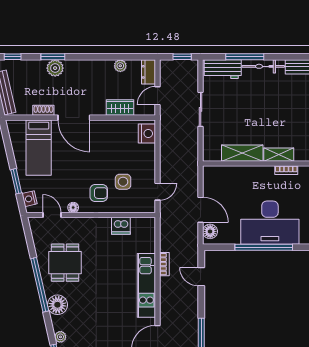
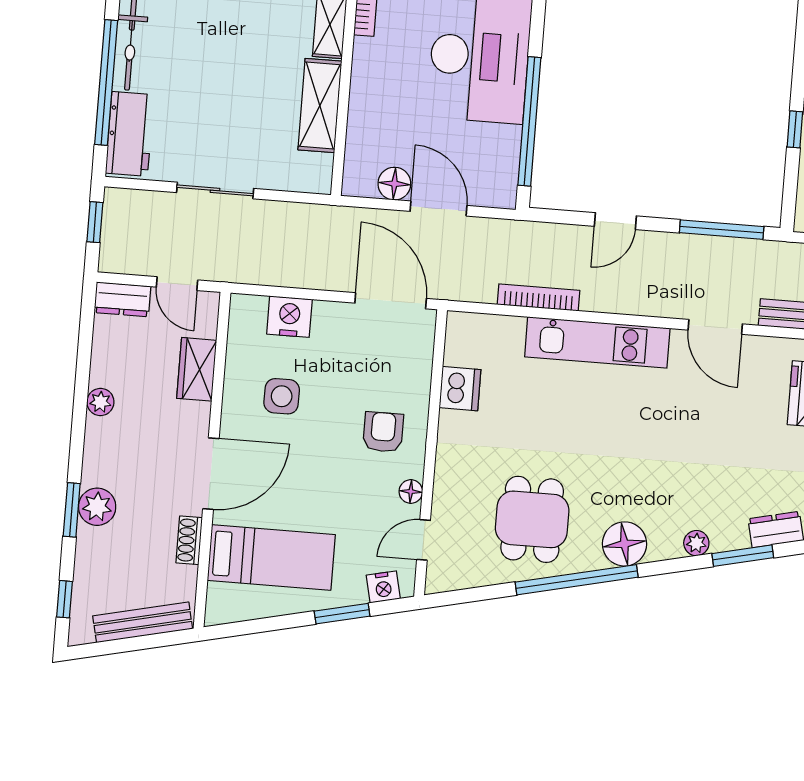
window: (245, 57) -> (106, 82), width x1.46
plant: (120, 66) -> (100, 402), moved
nightstand: (147, 134) -> (289, 317), moved
side table: (123, 182) -> (282, 396), moved
door: (158, 192) -> (391, 301), width x1.88
door: (201, 210) -> (439, 208), hinge flipped
floor lamp: (210, 231) -> (394, 184), moved
window: (264, 247) -> (529, 121), moved
dining table: (65, 263) -> (532, 519), turned 90
bookcase: (164, 264) -> (538, 297), width x1.56
door: (201, 277) -> (615, 221), moved

